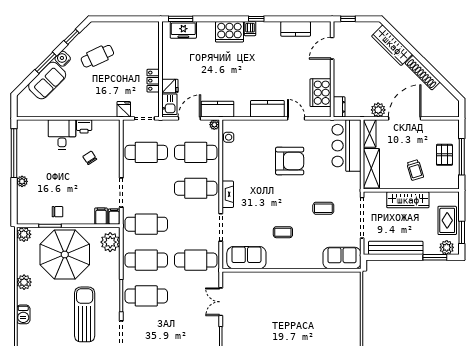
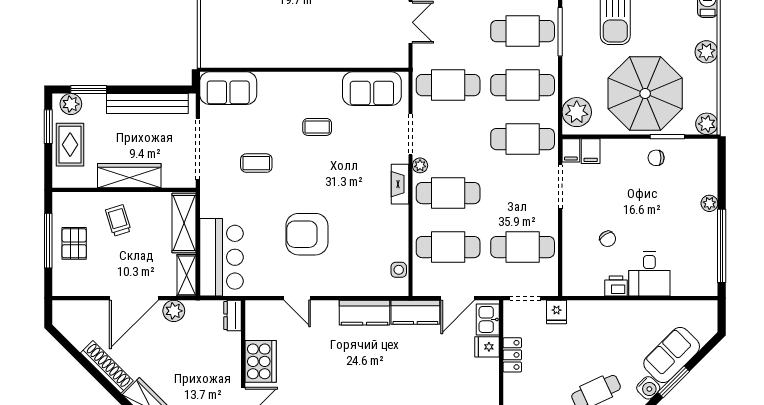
cooker: (320, 93) -> (261, 361), moved
kitchen counter: (267, 109) -> (365, 313), moved
plant: (214, 125) -> (420, 165), moved

